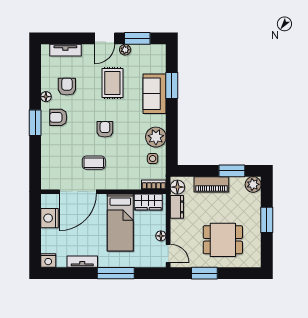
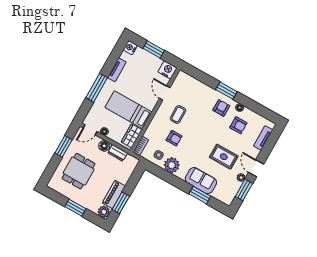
armchair: (105, 129) -> (174, 138), moved
piano: (211, 184) -> (114, 194), moved
floor lamp: (177, 187) -> (104, 146), moved
door: (78, 192) -> (165, 93), width x0.53
nightstand: (50, 218) -> (167, 70), moved
window: (35, 233) -> (154, 49), added

